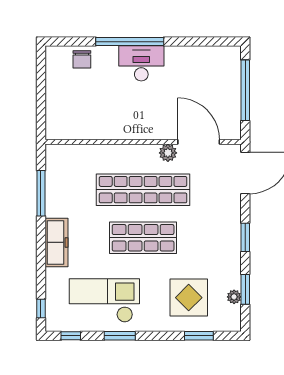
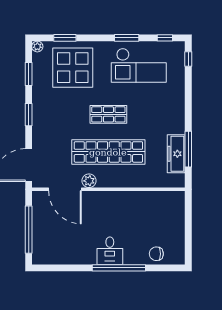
chair: (82, 59) -> (156, 254), turned -90
desk: (141, 63) -> (110, 251), width x0.73
shop shelf: (143, 238) -> (108, 114), width x0.70, depth x0.74
freezer: (56, 242) -> (176, 154), moved
plant: (234, 297) -> (37, 47), moved
display table: (189, 298) -> (73, 68), width x1.36, depth x1.36

